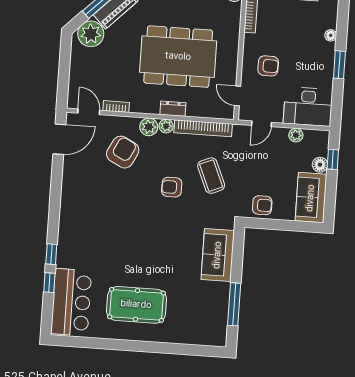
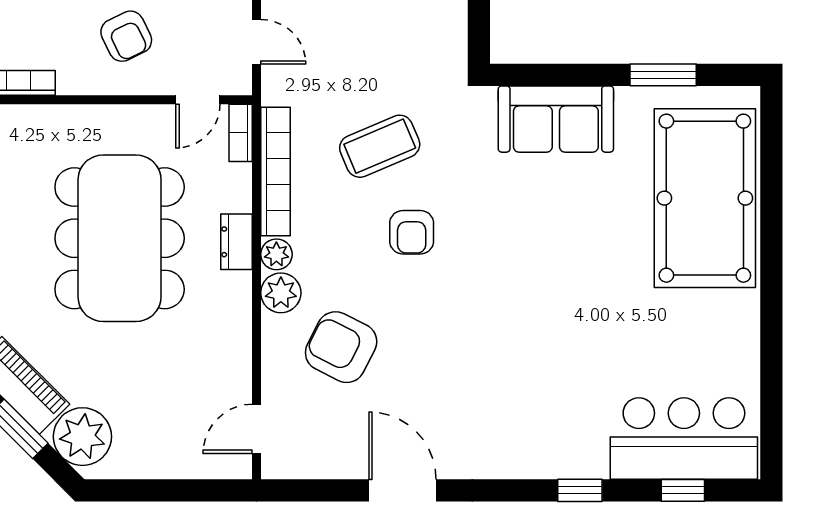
armchair: (268, 66) -> (126, 36), turned 153
bookcase: (116, 107) -> (241, 133), moved
door: (59, 139) -> (403, 490), moved
armchair: (262, 205) -> (438, 28), removed
window: (49, 283) -> (683, 490), moved
window: (234, 304) -> (663, 75), width x0.69
pool table: (136, 305) -> (705, 198), moved, width x1.36, depth x1.32

